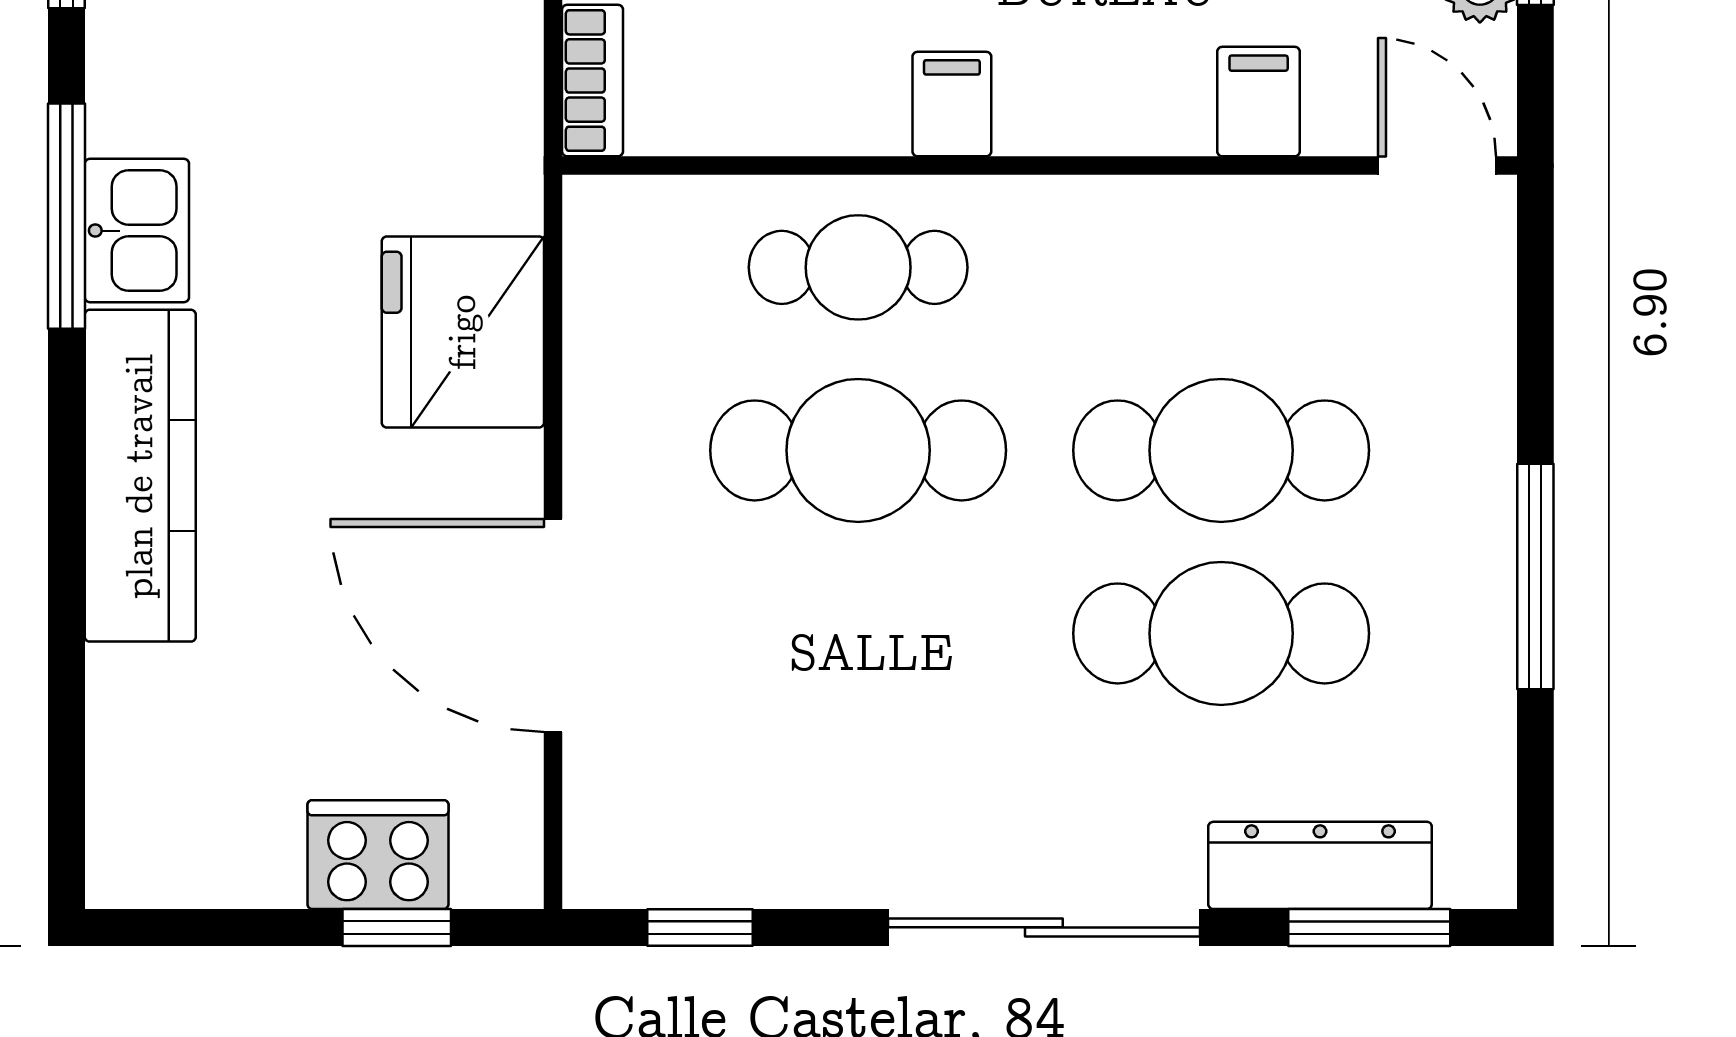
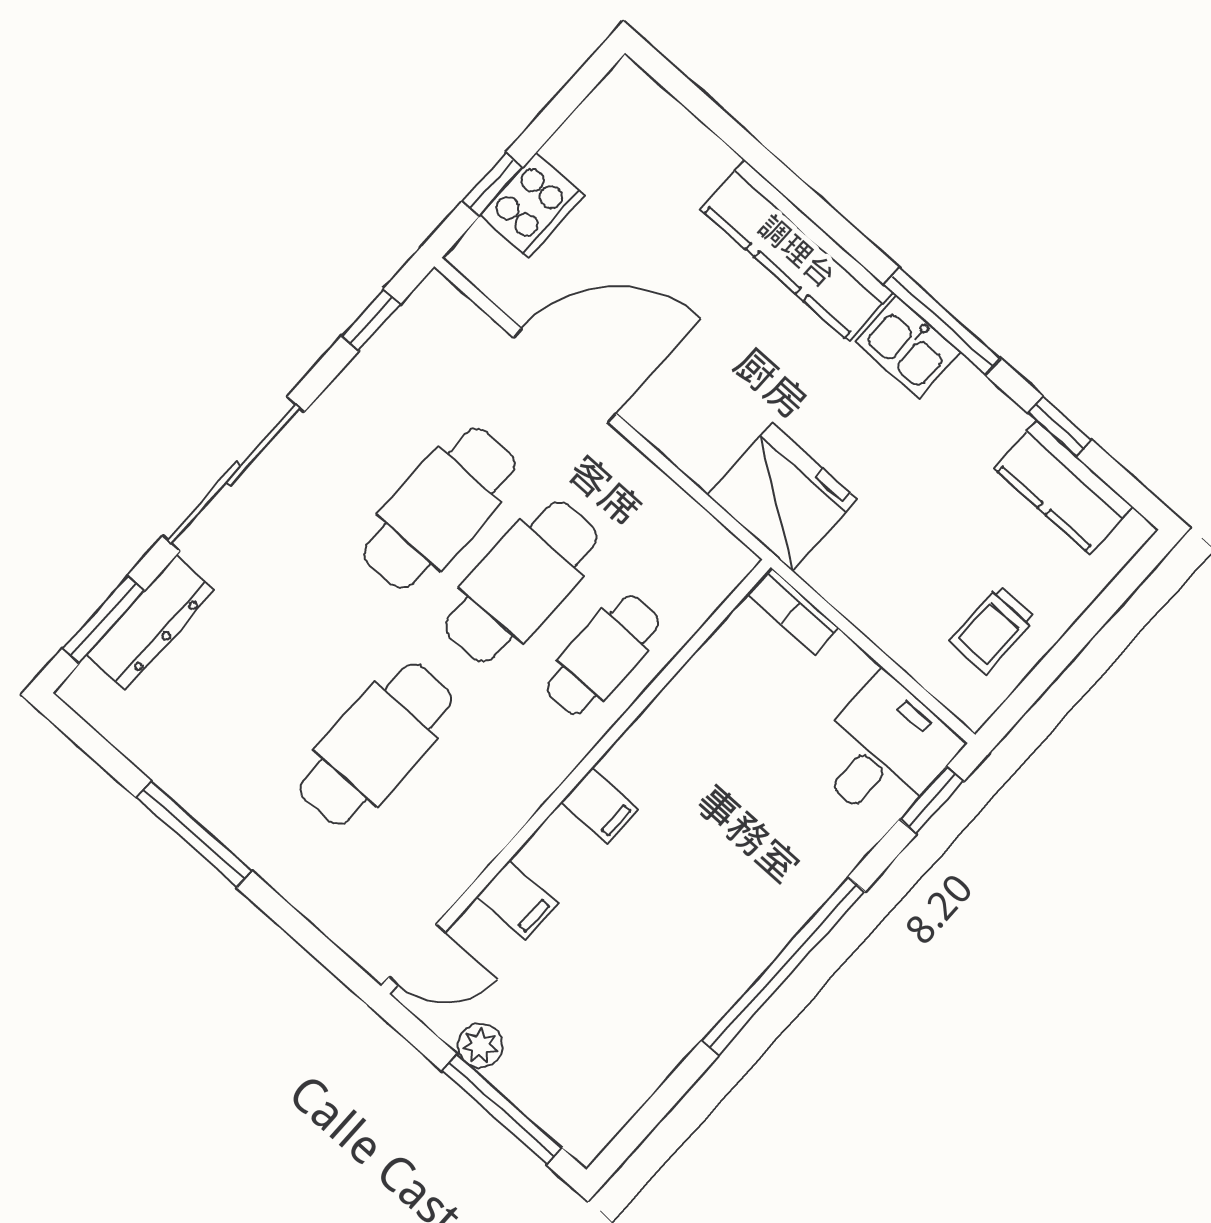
filing cabinet: (952, 104) -> (600, 806), moved
fridge: (463, 332) -> (782, 497), moved
cafe table: (1221, 633) -> (439, 509), moved

